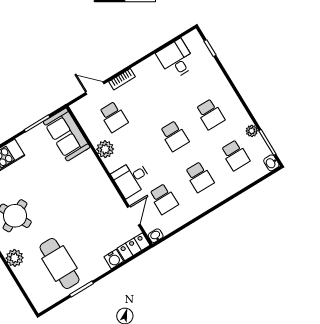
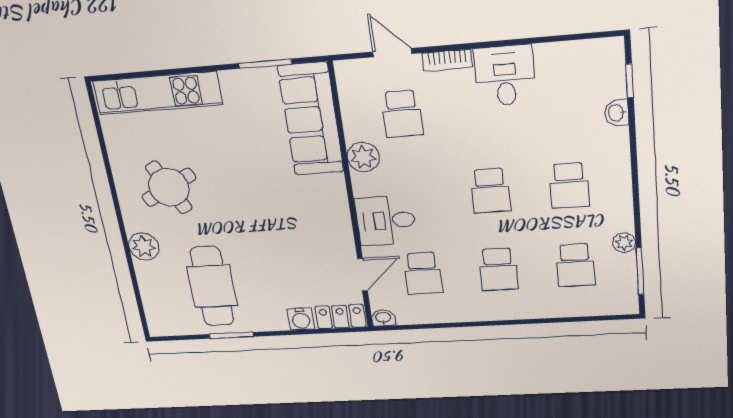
desk: (176, 59) -> (505, 76), moved
sofa: (67, 135) -> (311, 119), width x1.36
washbasin: (271, 163) -> (617, 113), moved

